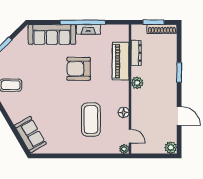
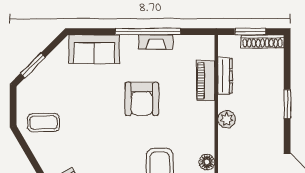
sofa: (52, 34) -> (94, 49), width x0.73
piano: (121, 61) -> (206, 81), width x0.73, depth x0.75
armchair: (79, 69) -> (142, 99), turned -90

